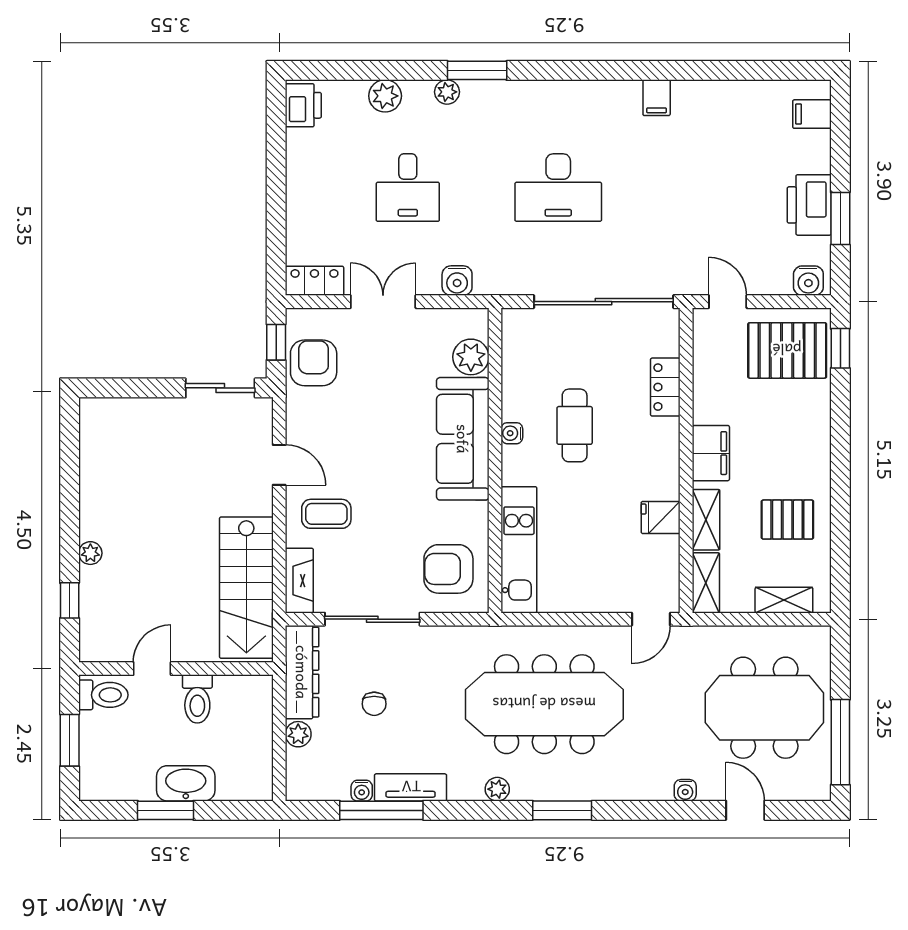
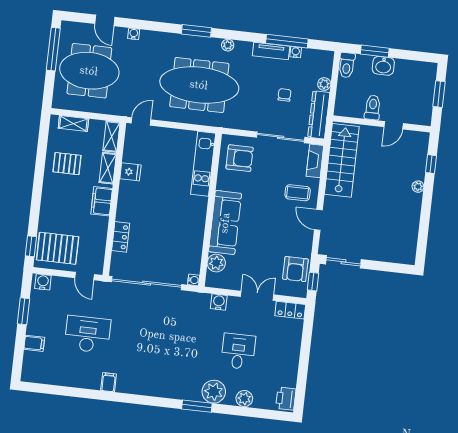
plant: (447, 92) -> (214, 392), width x1.88, depth x1.88
filing cabinet: (812, 114) -> (34, 343), moved
desk: (558, 188) -> (88, 334), moved
printer: (809, 205) -> (38, 320), removed
double door: (383, 302) -> (257, 296), swing flipped
cafe table: (575, 425) -> (168, 223), removed
water cooler: (512, 433) -> (194, 280), moved
toilet: (103, 695) -> (347, 65), moved, turned -90
washbasin: (186, 783) -> (383, 66), width x0.72
window: (166, 810) -> (375, 51), moved

